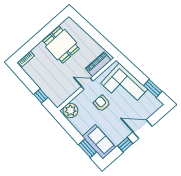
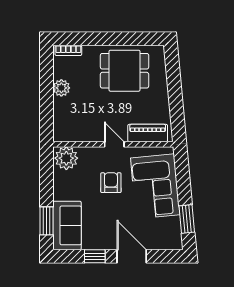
dining table: (61, 45) -> (125, 71), turned 90
plant: (39, 79) -> (61, 88), added
window: (41, 96) -> (46, 110), removed

